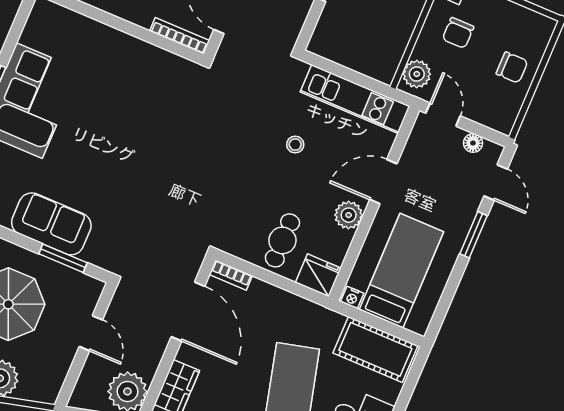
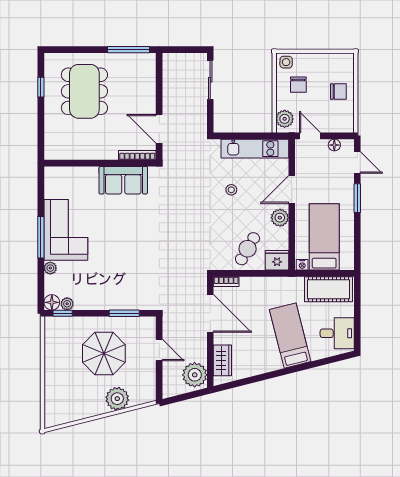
sofa: (51, 224) -> (123, 180), moved, turned 180
cafe table: (282, 240) -> (248, 249), turned 30

